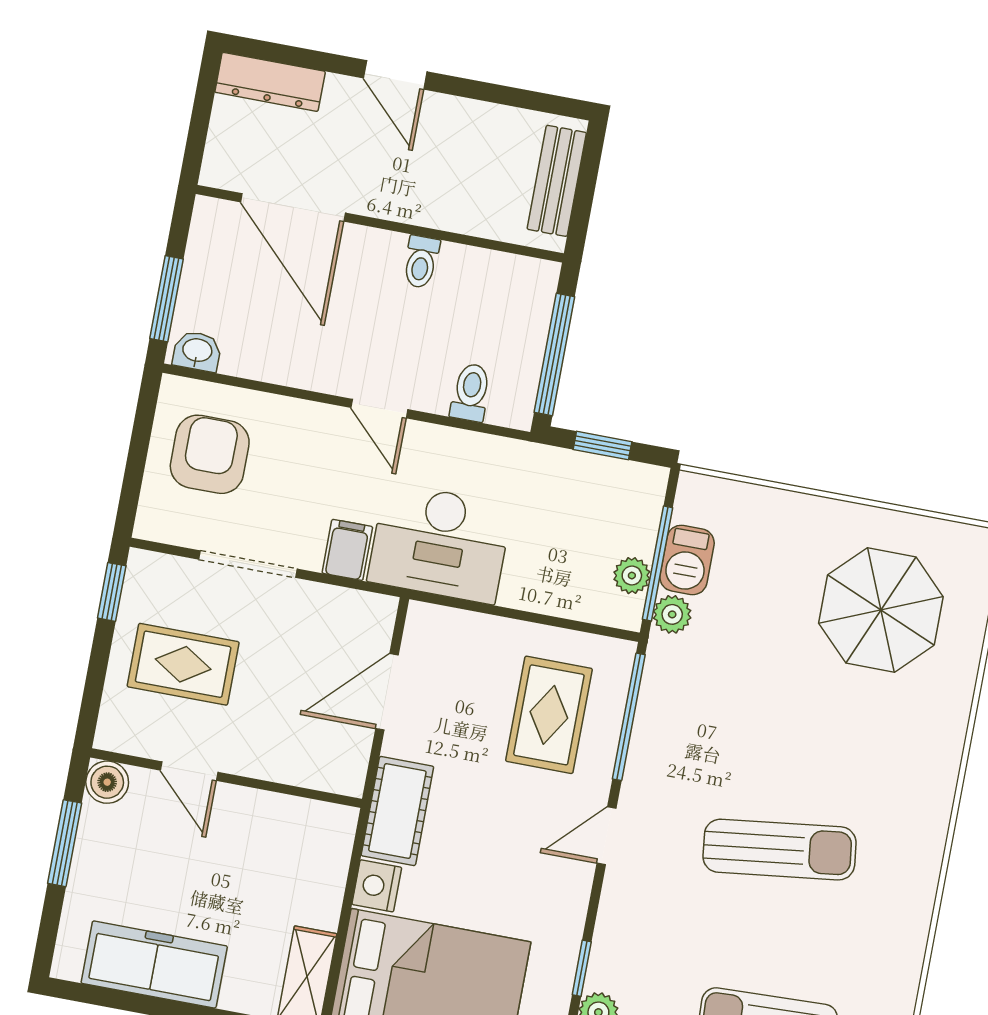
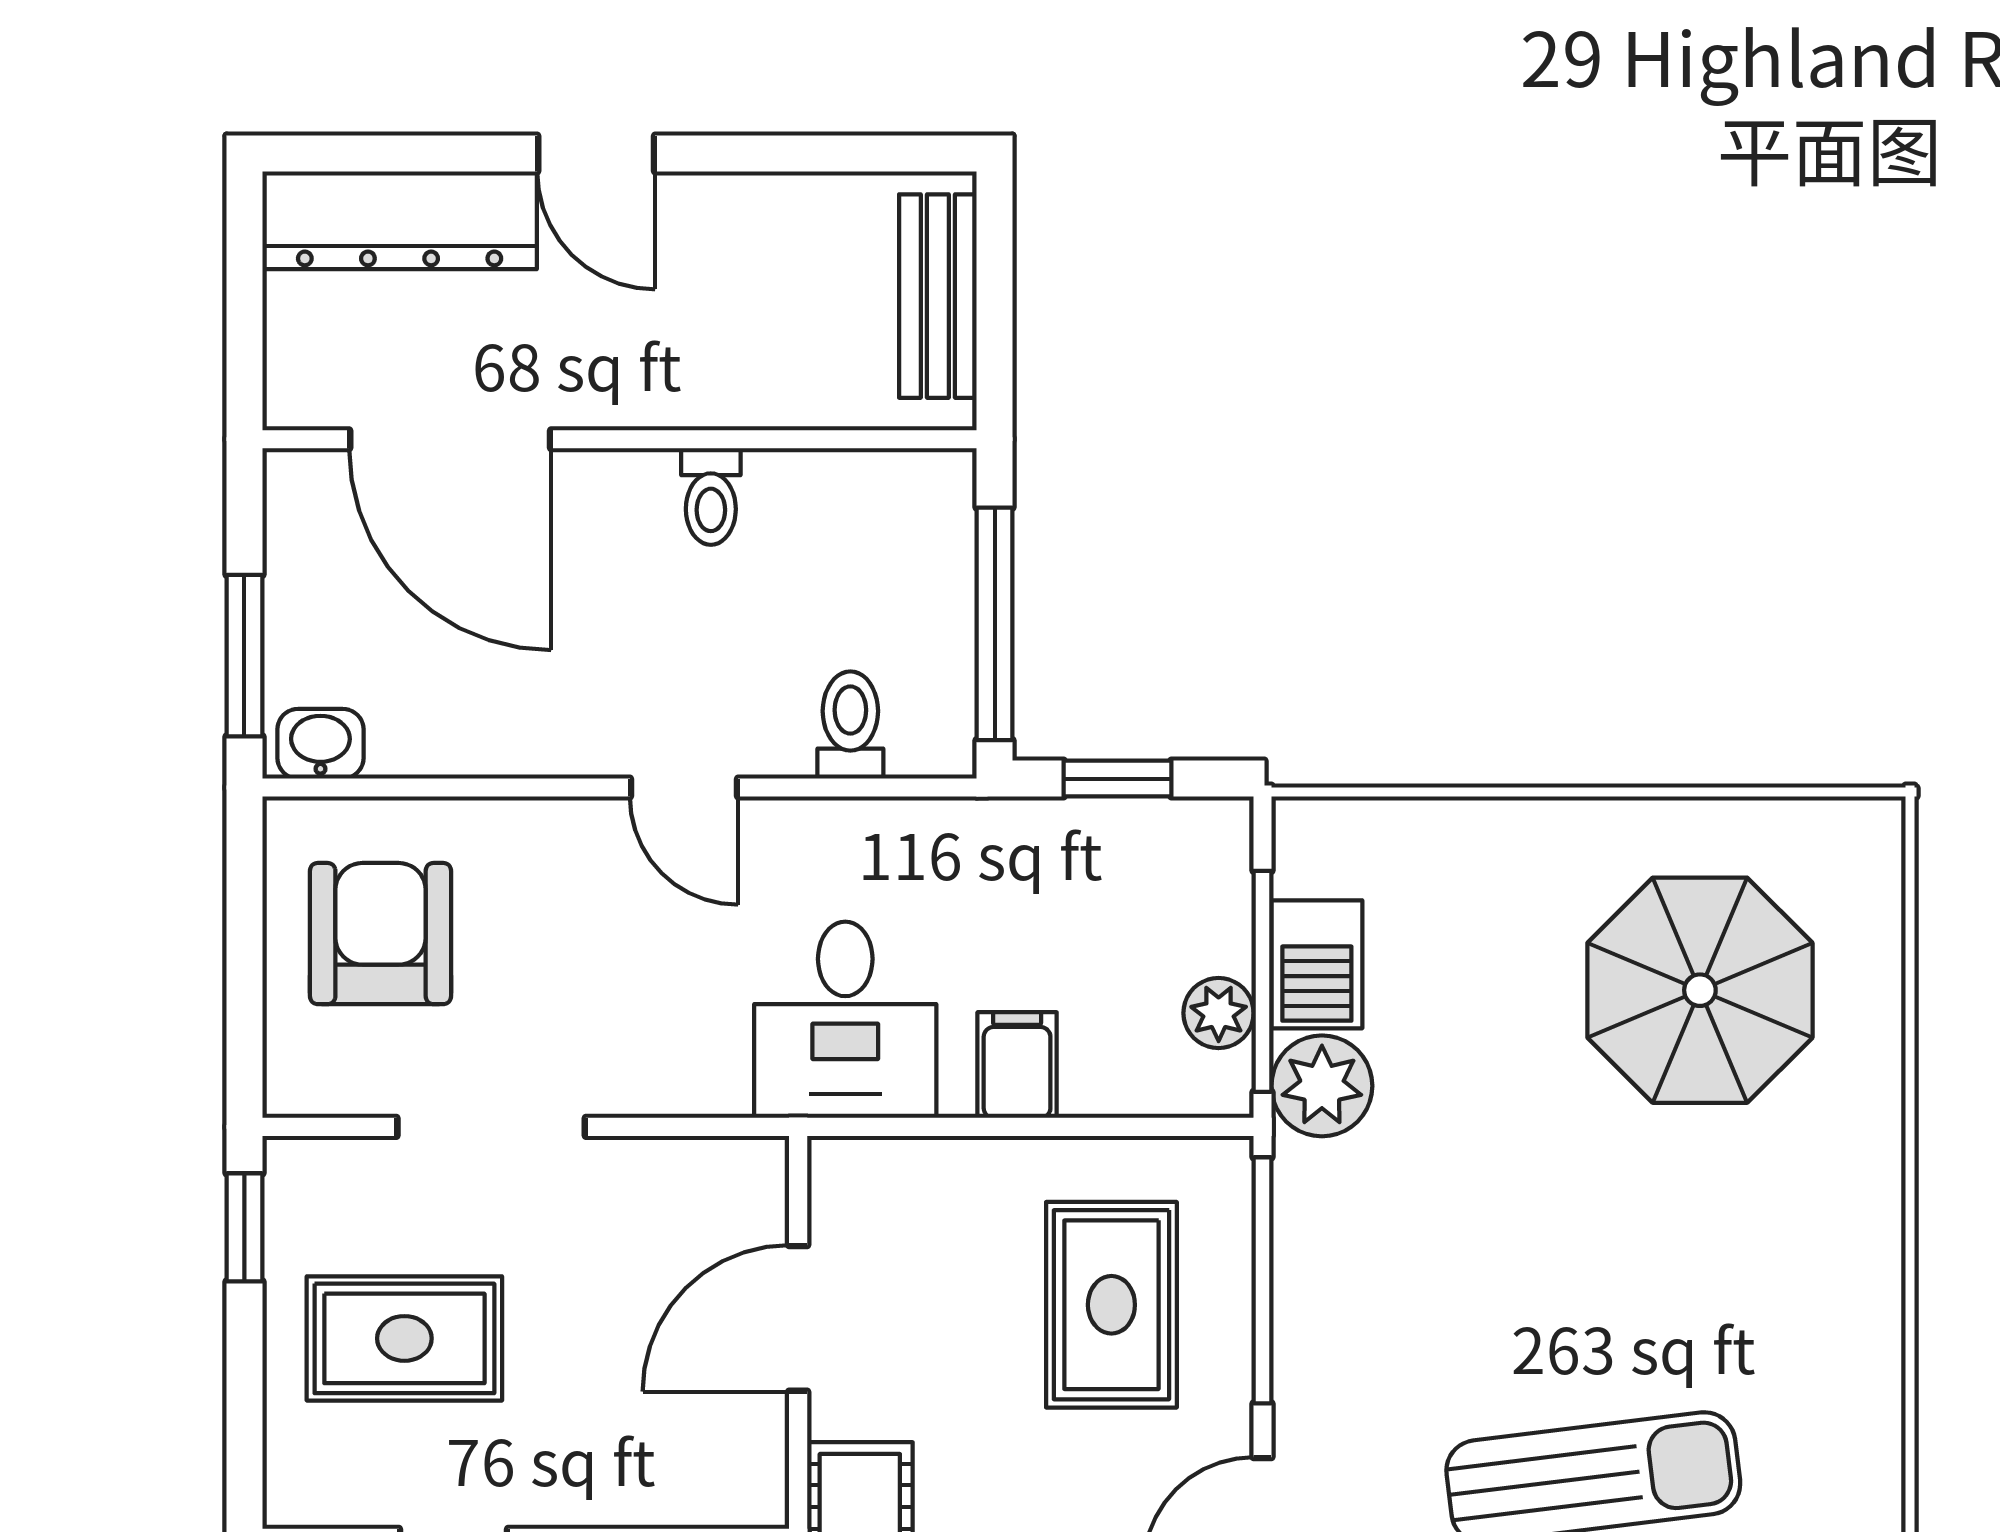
dresser: (270, 82) -> (400, 220), width x1.37, depth x1.24
desk: (440, 543) -> (845, 1020), width x0.73
filing cabinet: (347, 550) -> (1017, 1065), moved
plant: (672, 614) -> (1322, 1086), width x1.38, depth x1.38

